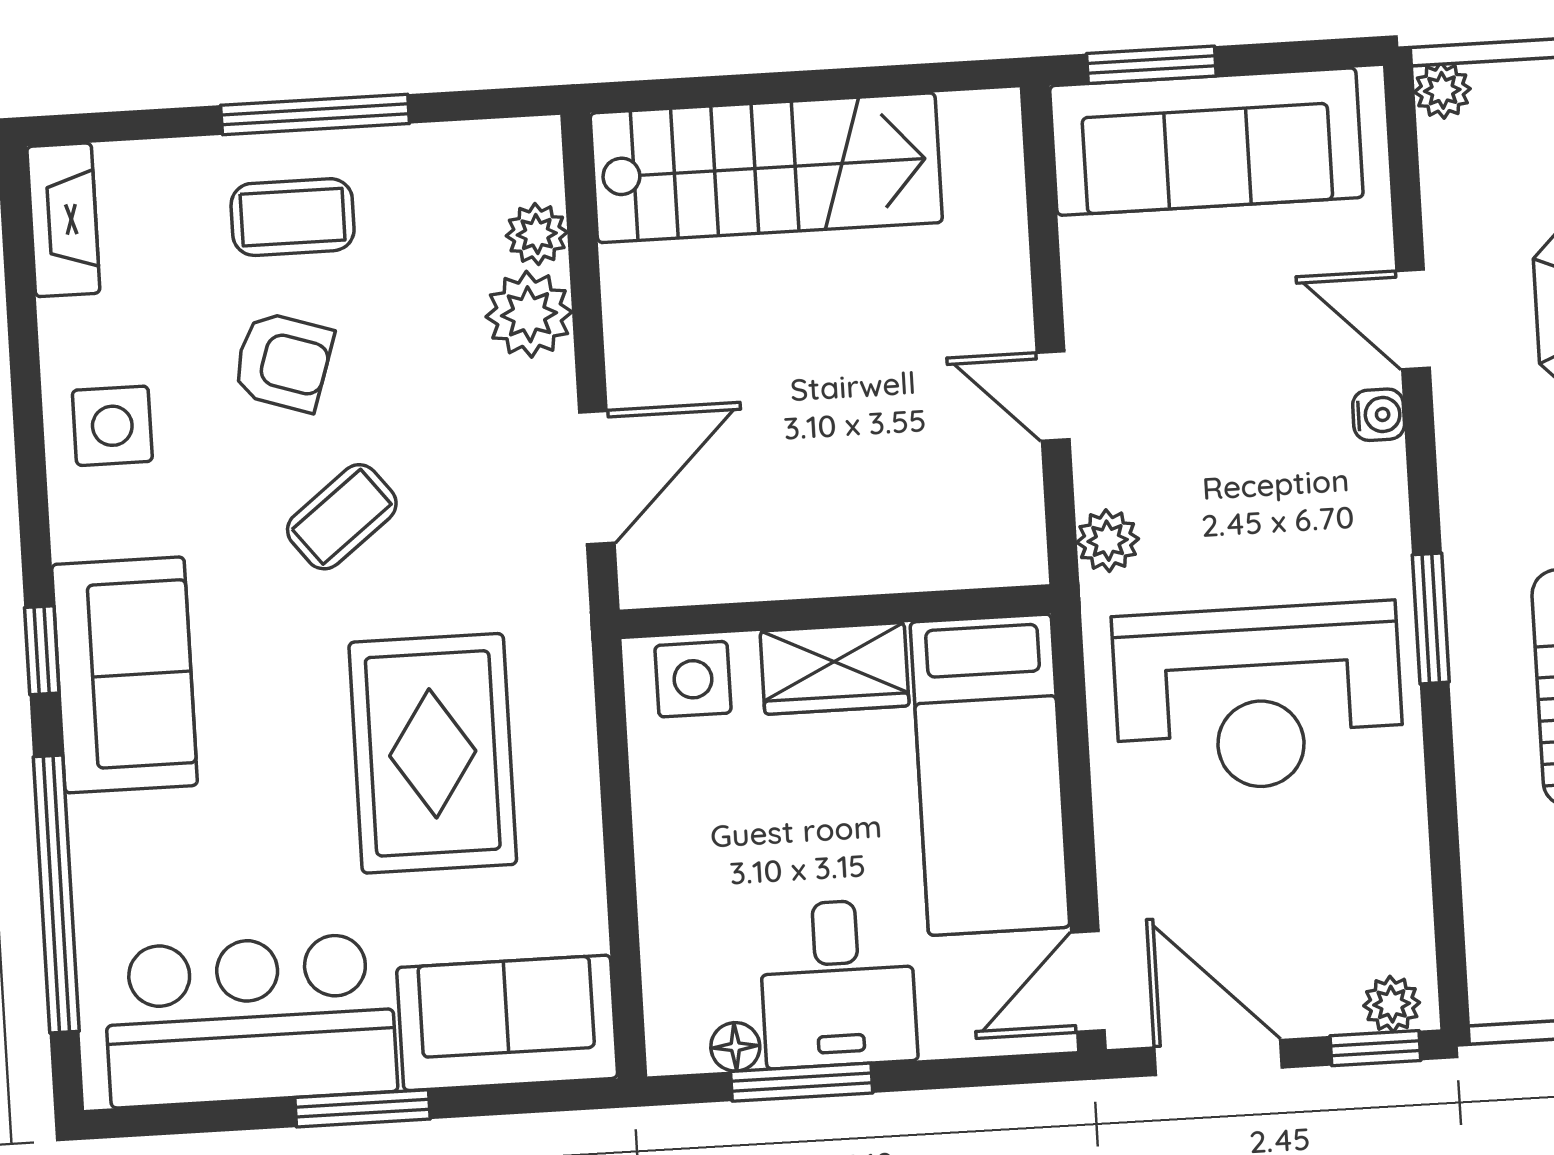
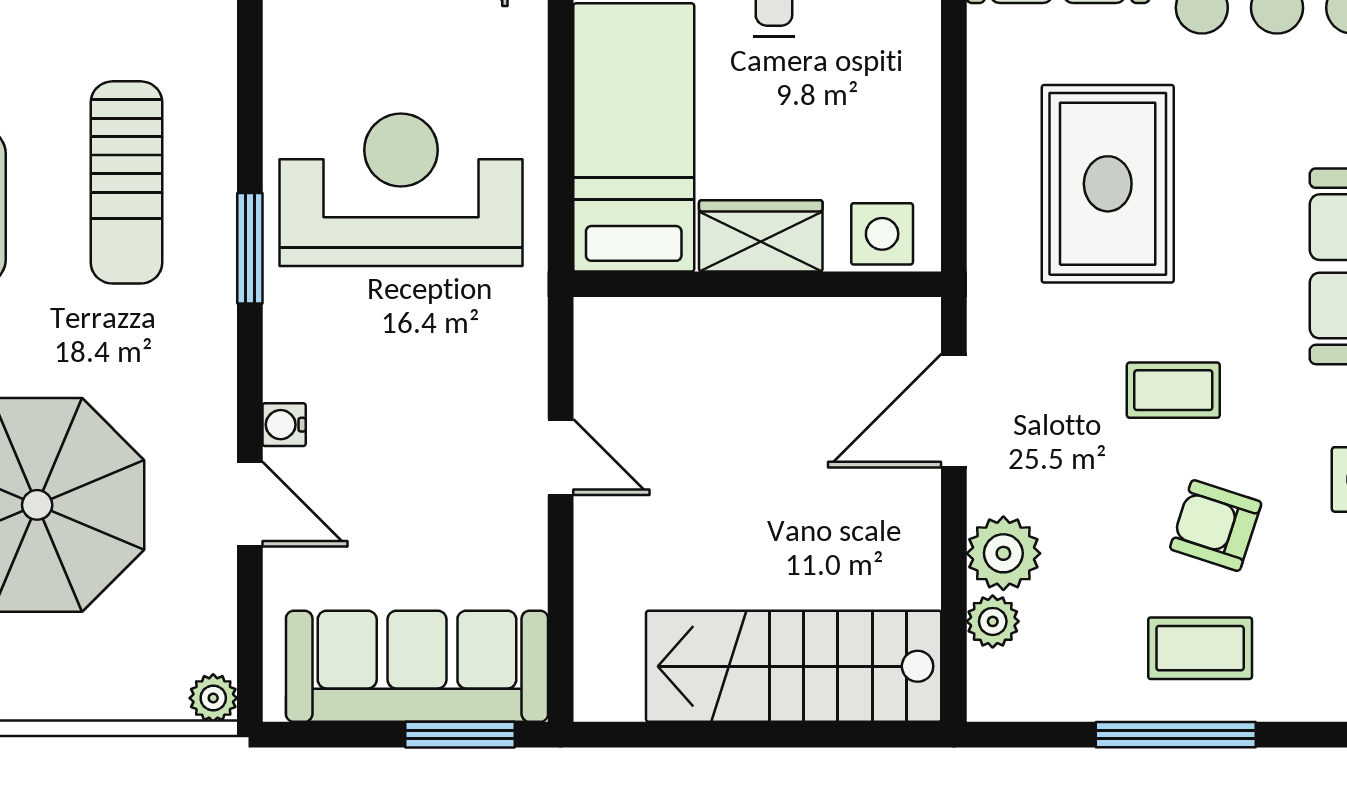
coffee table: (342, 517) -> (1173, 390), turned 38
plant: (1108, 541) -> (521, 331), removed

